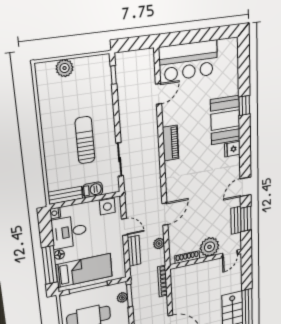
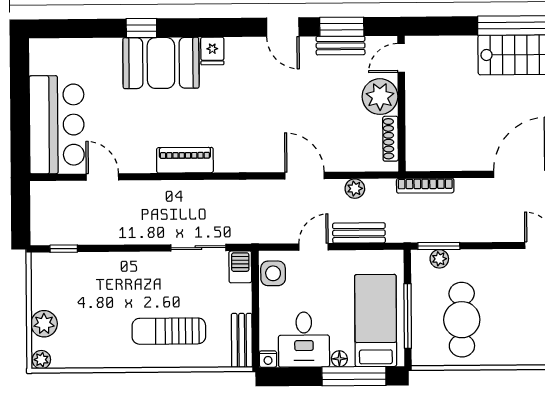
plant: (41, 69) -> (41, 360), added
sun lounger: (85, 140) -> (169, 331), moved
barbecue: (93, 190) -> (240, 267), moved
door: (230, 254) -> (401, 58), swing flipped

